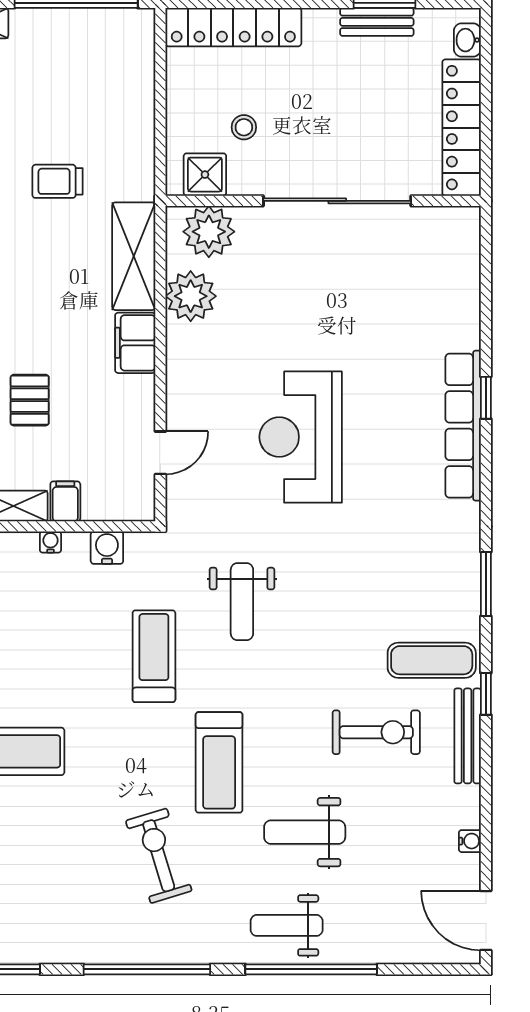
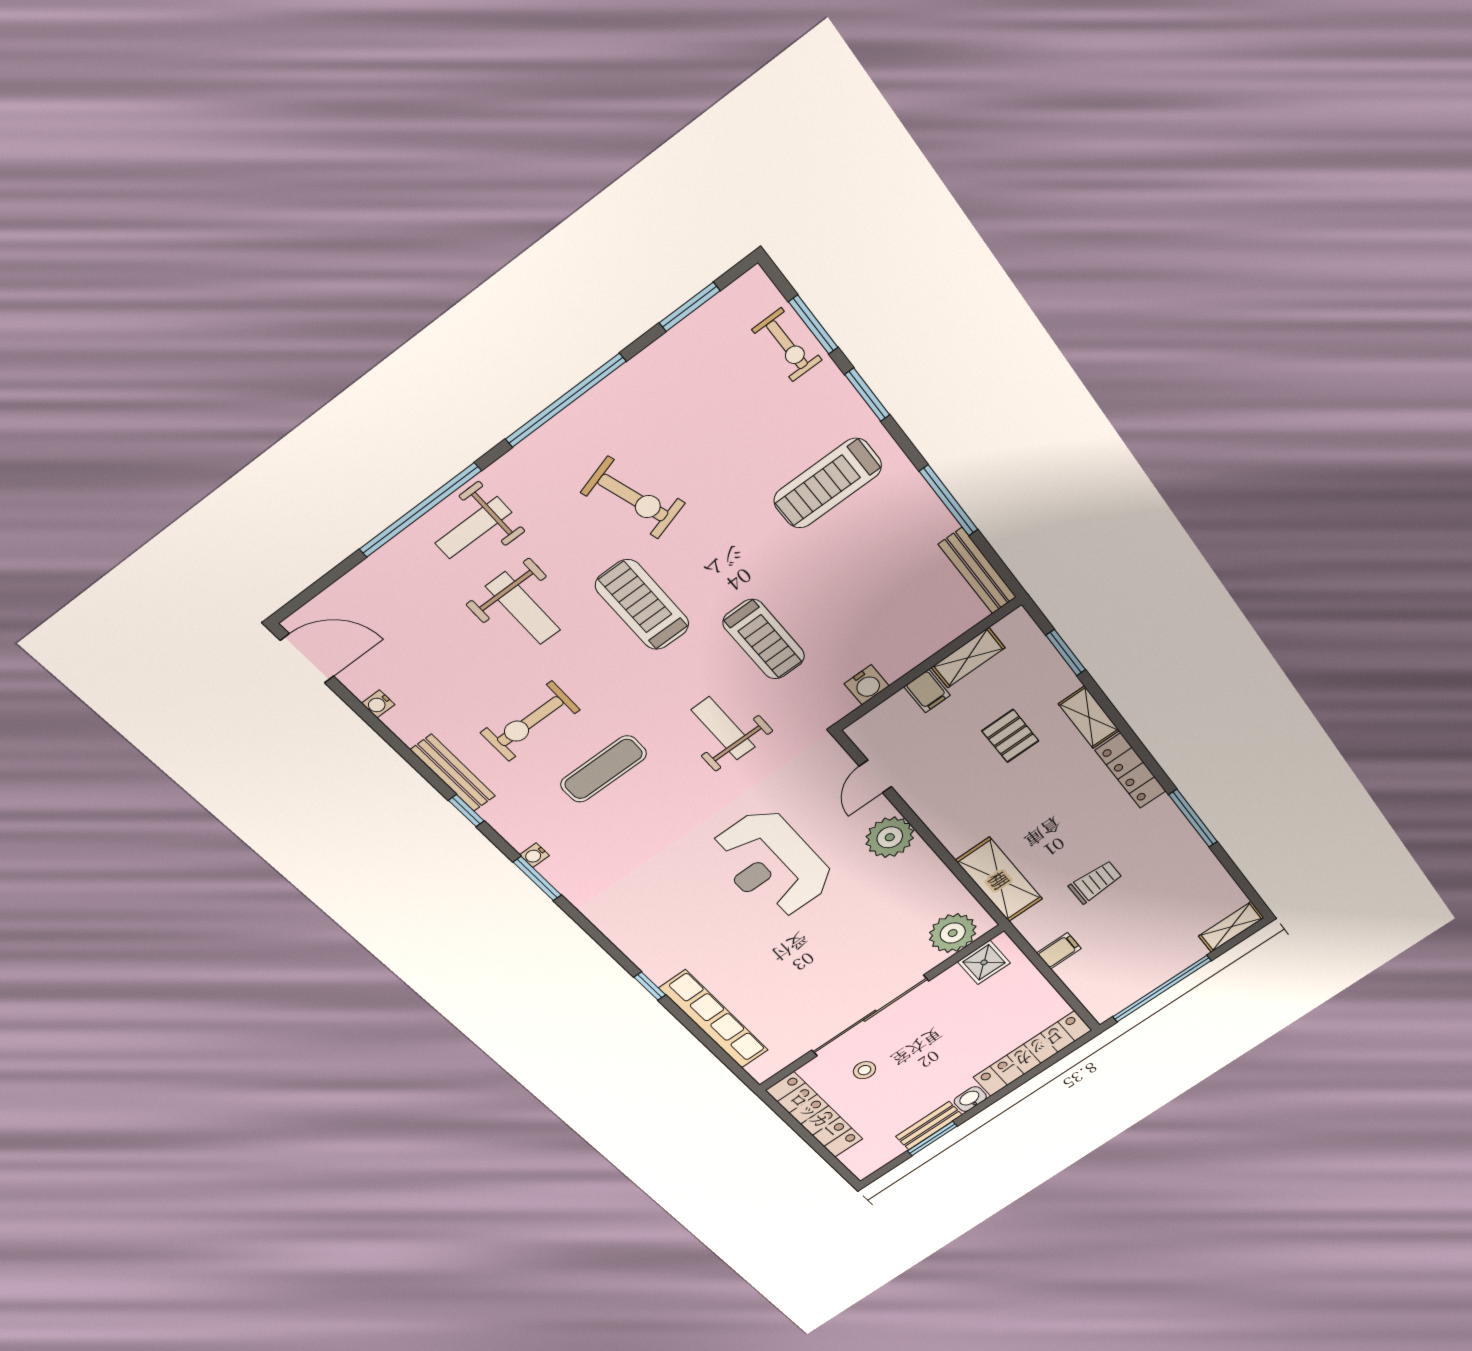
washbasin: (467, 40) -> (970, 1099), moved, turned -90
stool: (244, 127) -> (864, 1070), moved
plant: (191, 296) -> (890, 837), moved
filing cabinet: (135, 343) -> (1059, 951), moved, width x0.50
row of seats: (463, 426) -> (714, 1019), moved
reception desk: (301, 437) -> (772, 864), turned 180
water cooler: (50, 542) -> (534, 855), moved, turned 90
exercise mat: (432, 660) -> (604, 769), moved
weight bench: (305, 832) -> (523, 608), turned 90
weight bench: (287, 925) -> (473, 528), turned 180

